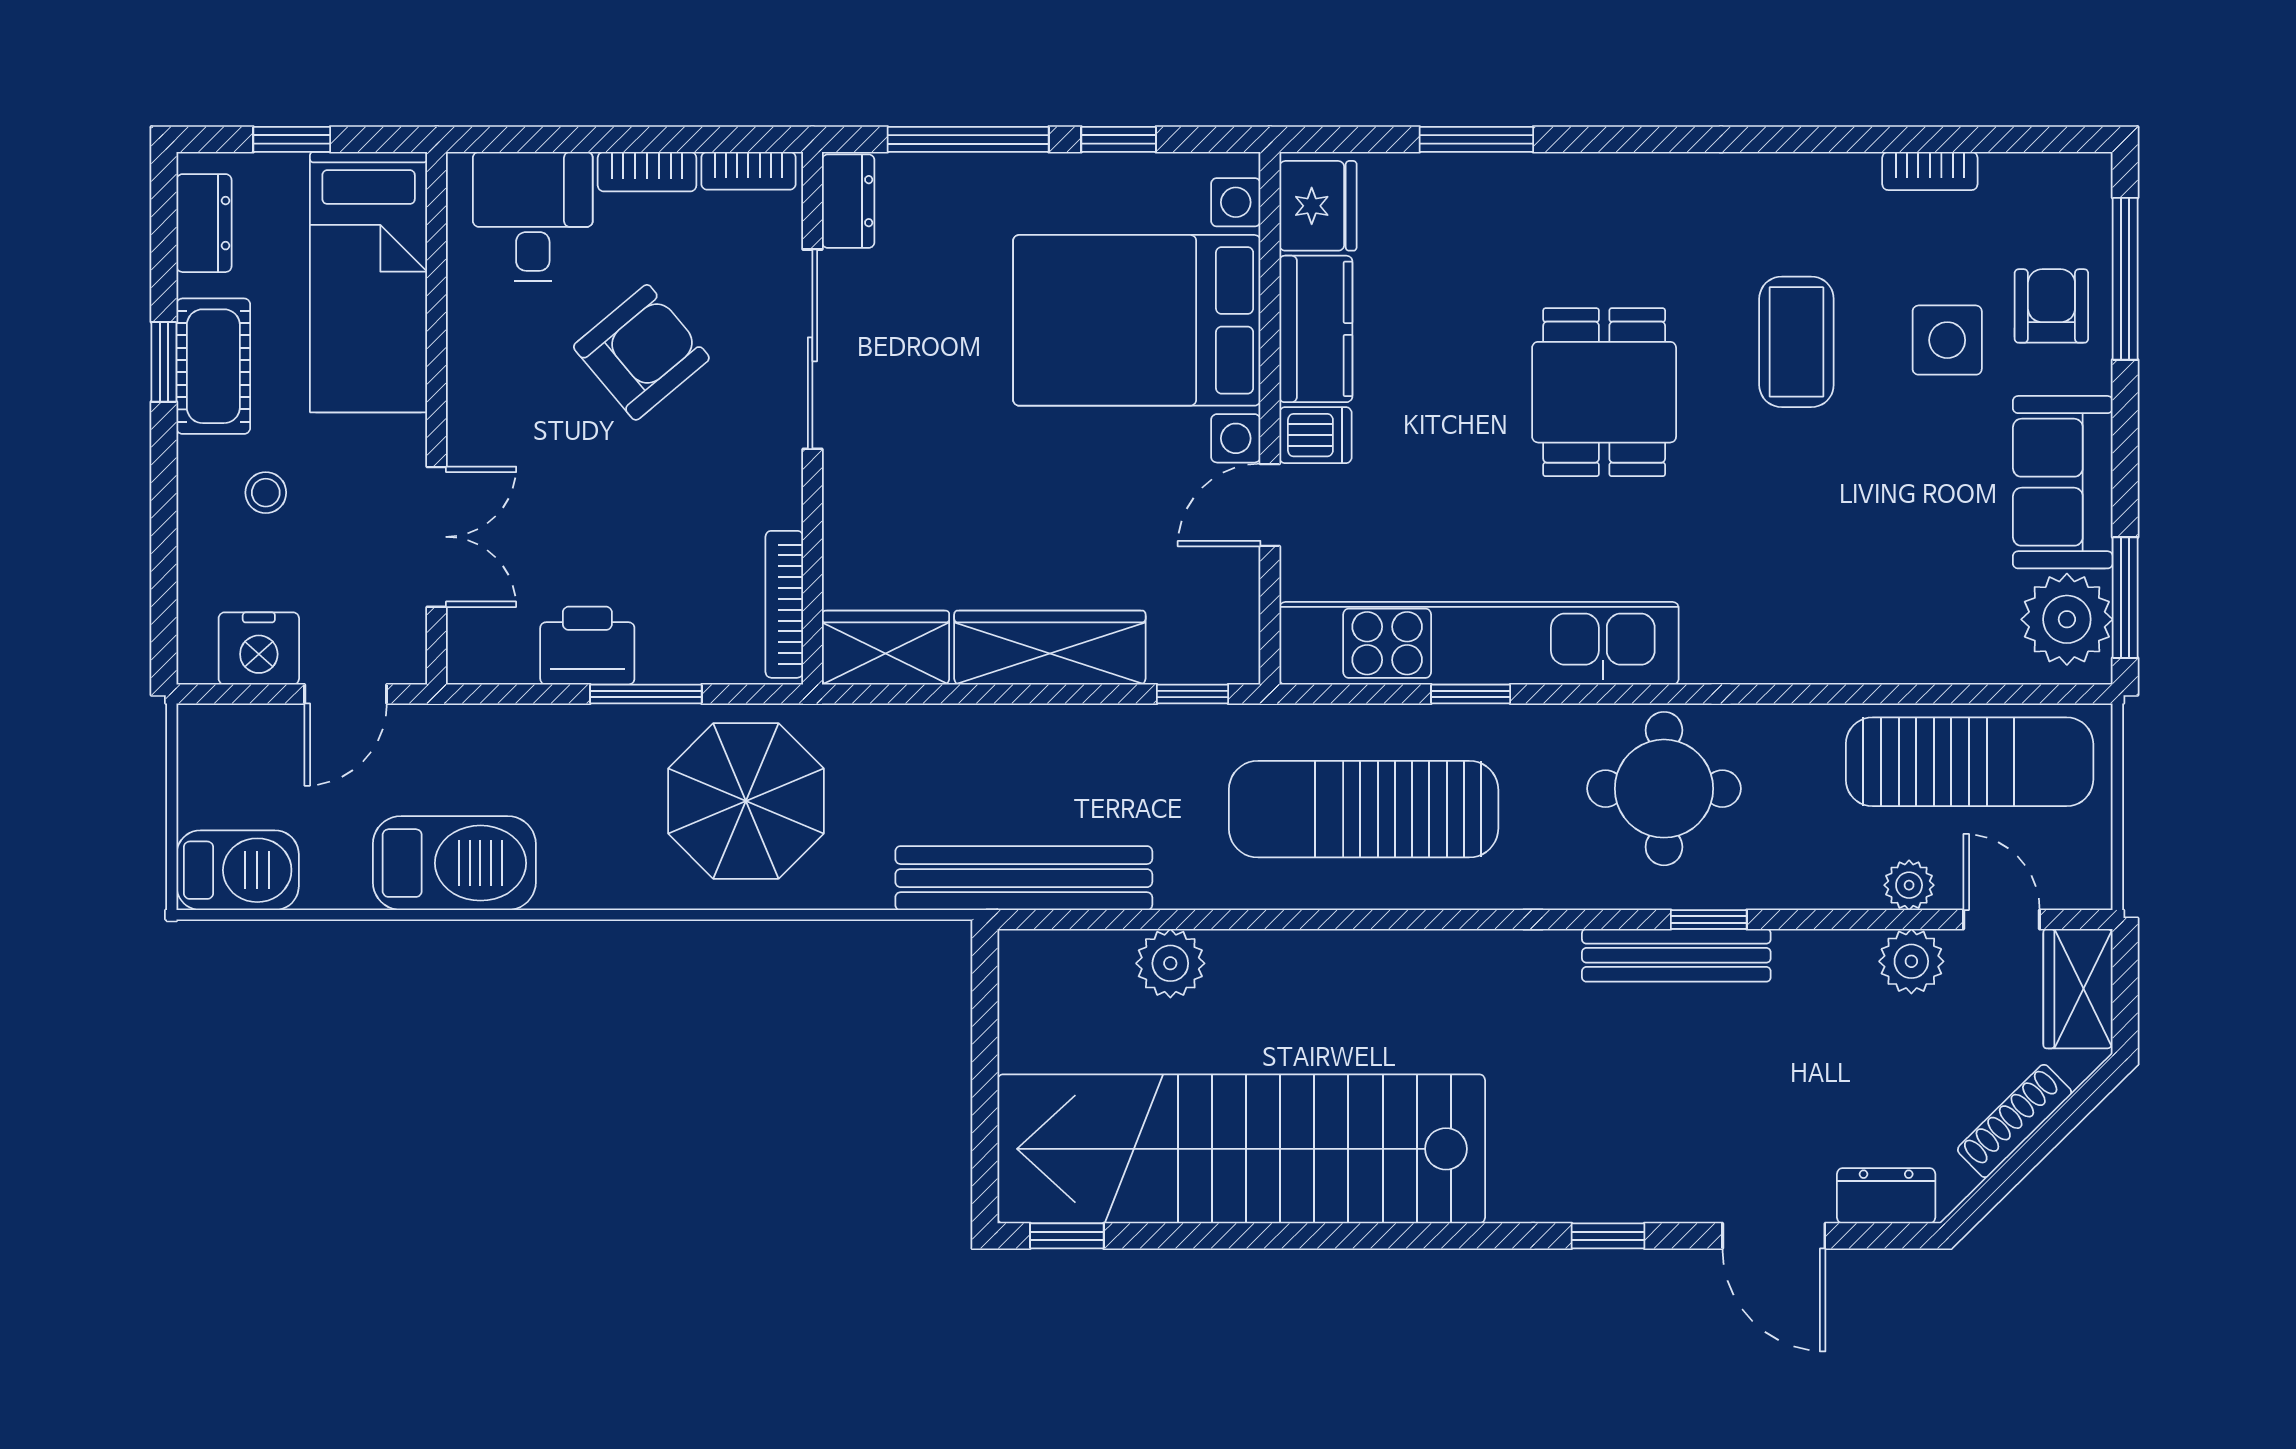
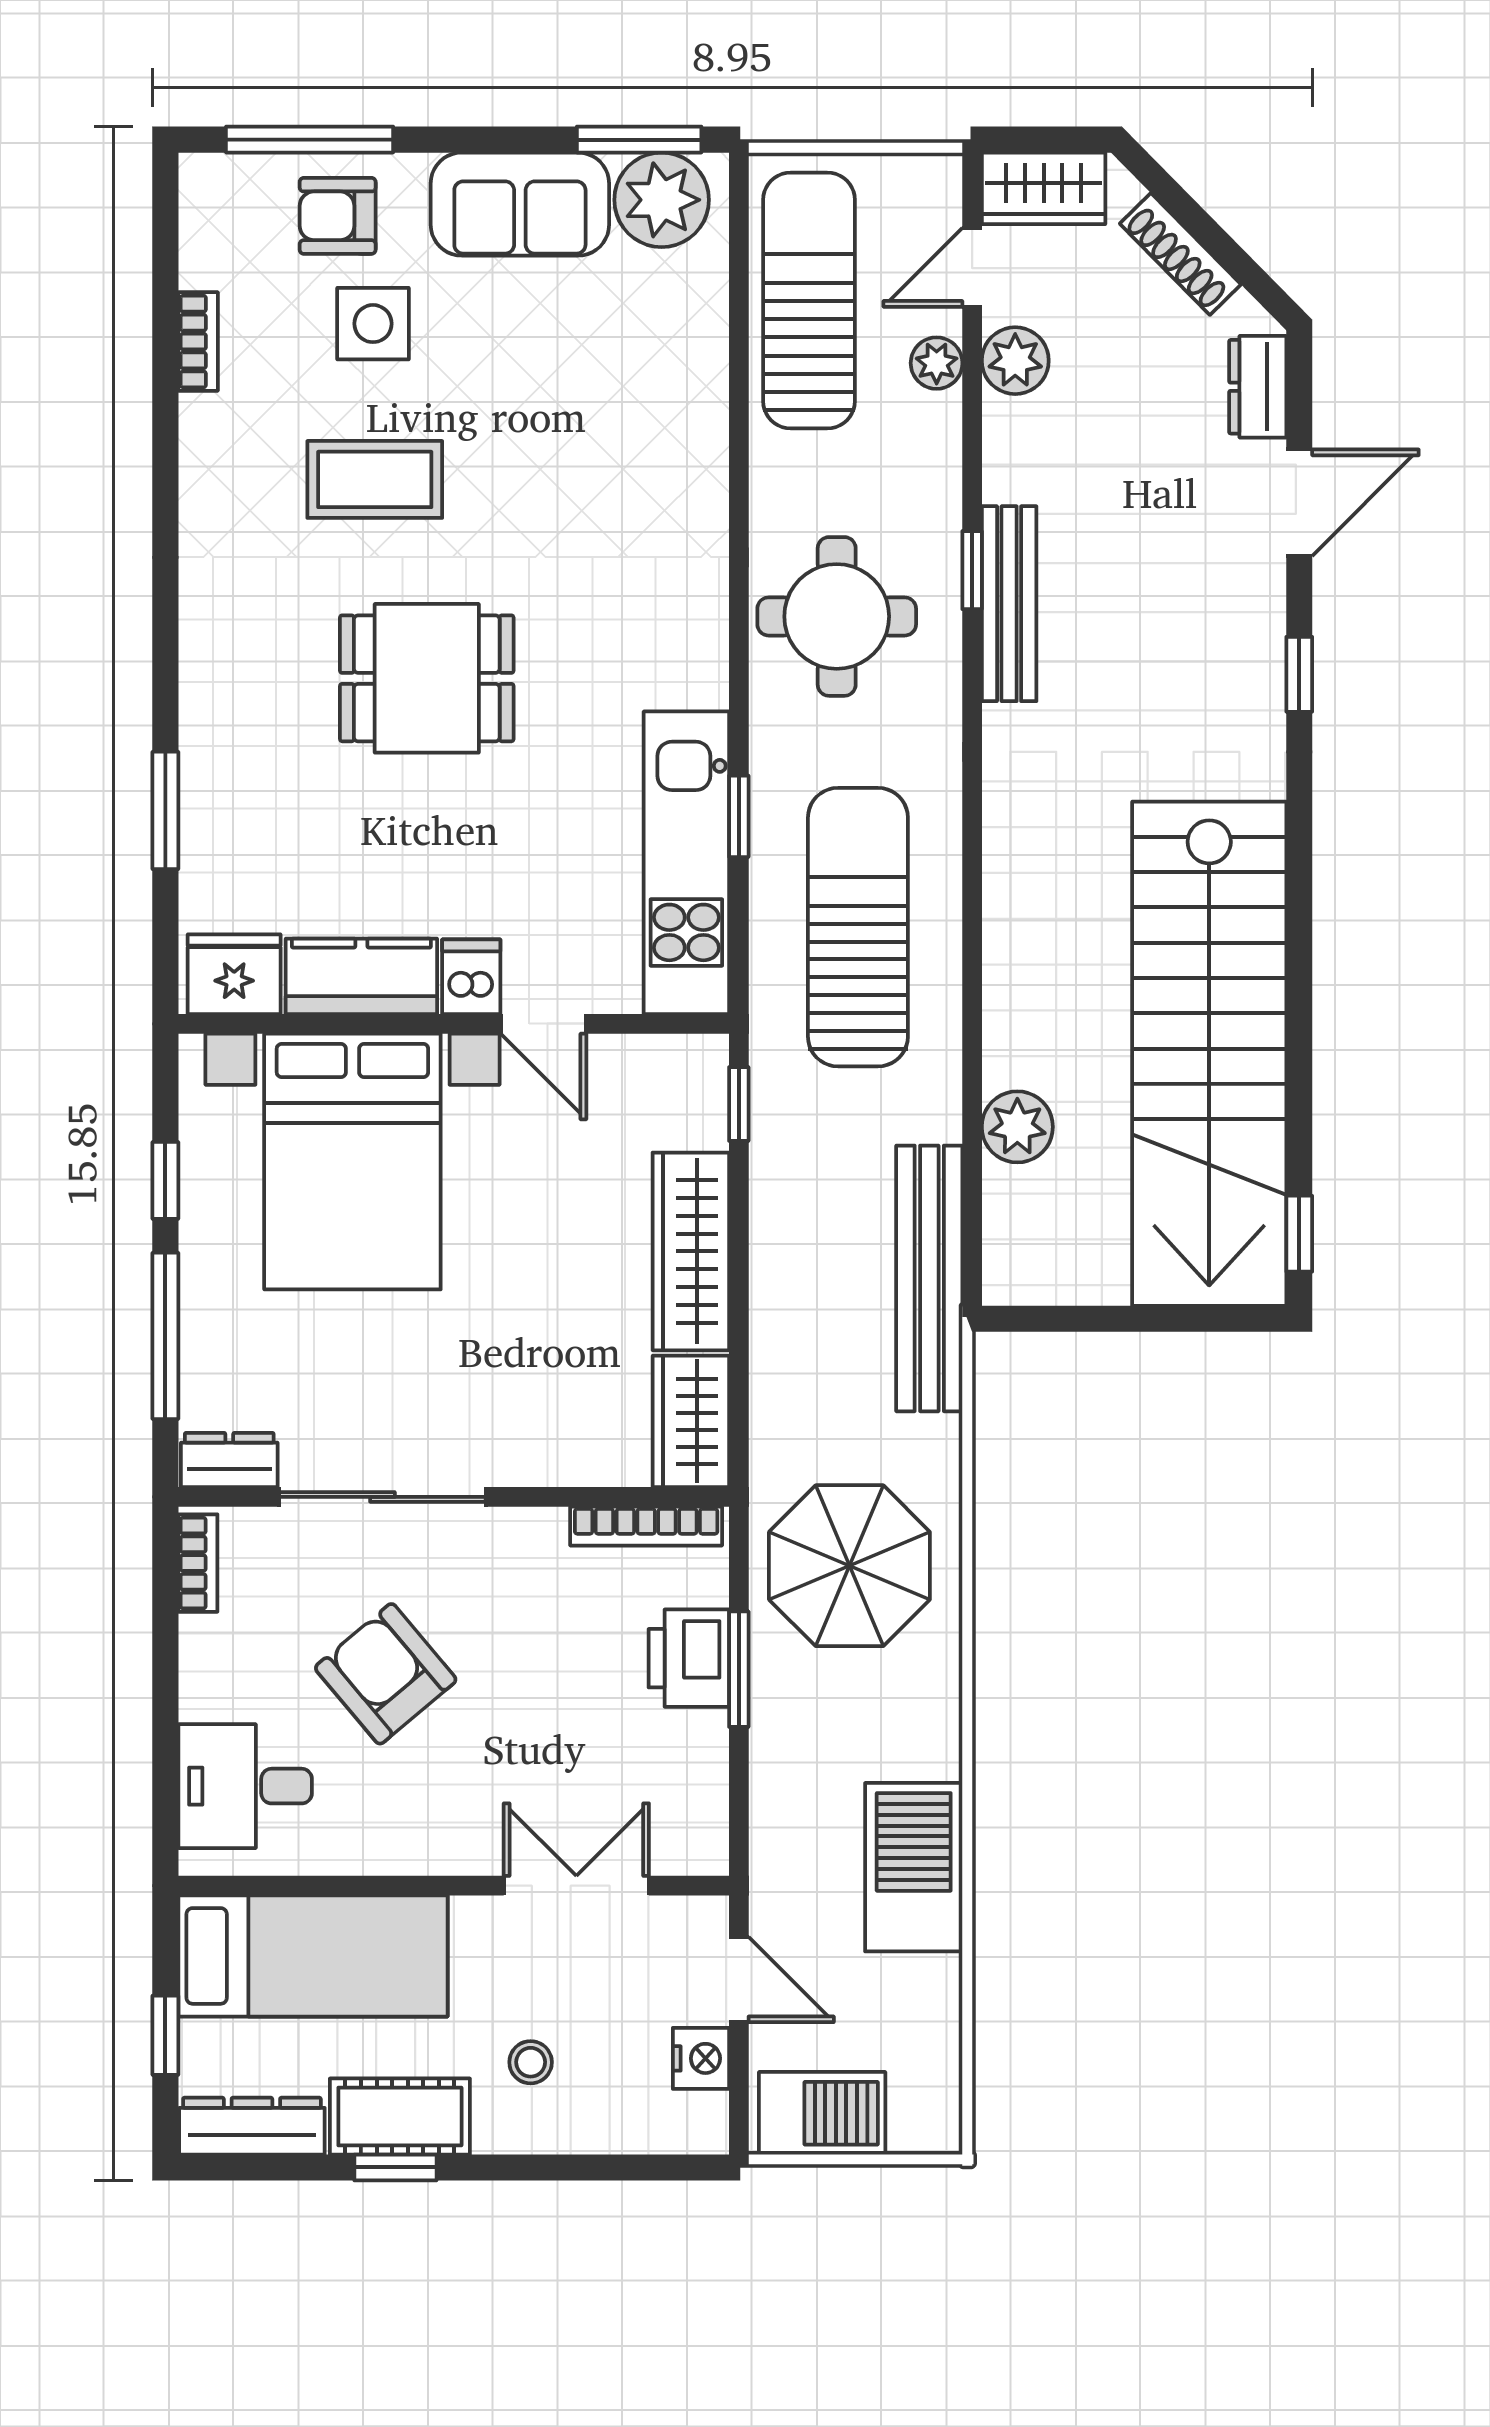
bookcase: (647, 172) -> (199, 1668), removed
dresser: (204, 223) -> (252, 2126), width x1.44
kitchen unit: (1479, 643) -> (686, 863), width x0.73
printer: (587, 646) -> (689, 1658), moved
nightstand: (259, 648) -> (701, 2058), width x0.74, depth x0.75
sun lounger: (1364, 809) -> (858, 927), turned 180
barbecue: (238, 870) -> (822, 2113), moved, turned 90

